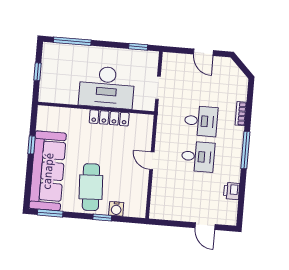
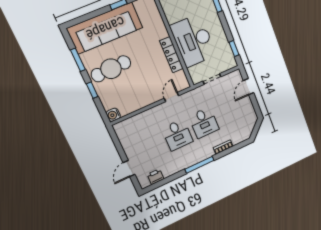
door: (203, 52) -> (249, 87), moved
door: (152, 161) -> (171, 97), moved
printer: (232, 191) -> (156, 177), moved
water cooler: (116, 209) -> (113, 115), moved
window: (50, 213) -> (78, 60), moved

